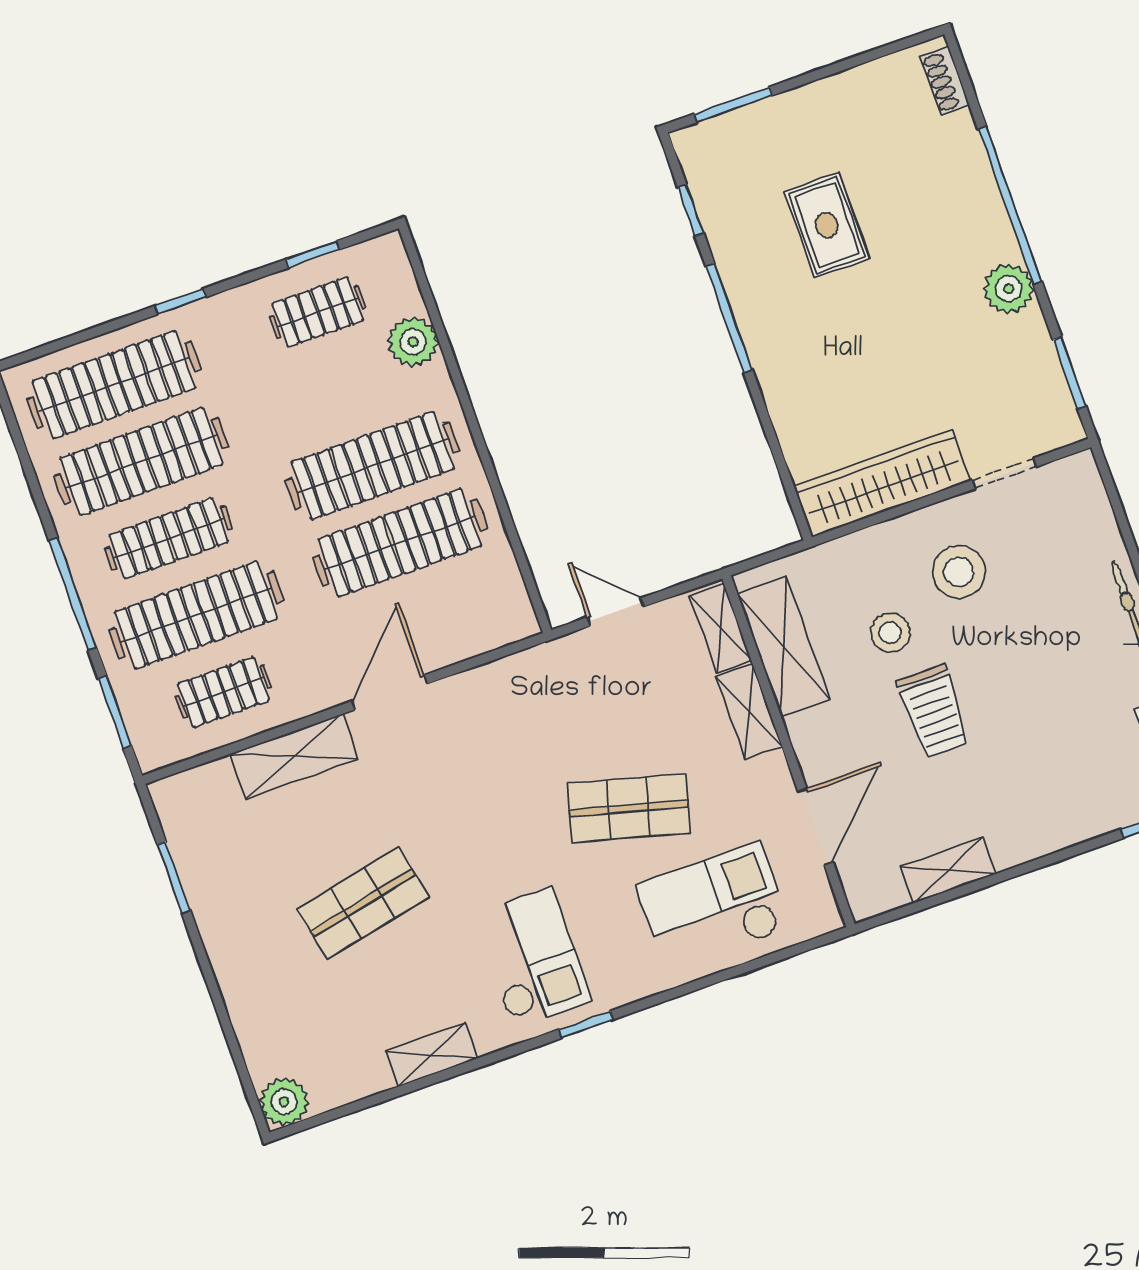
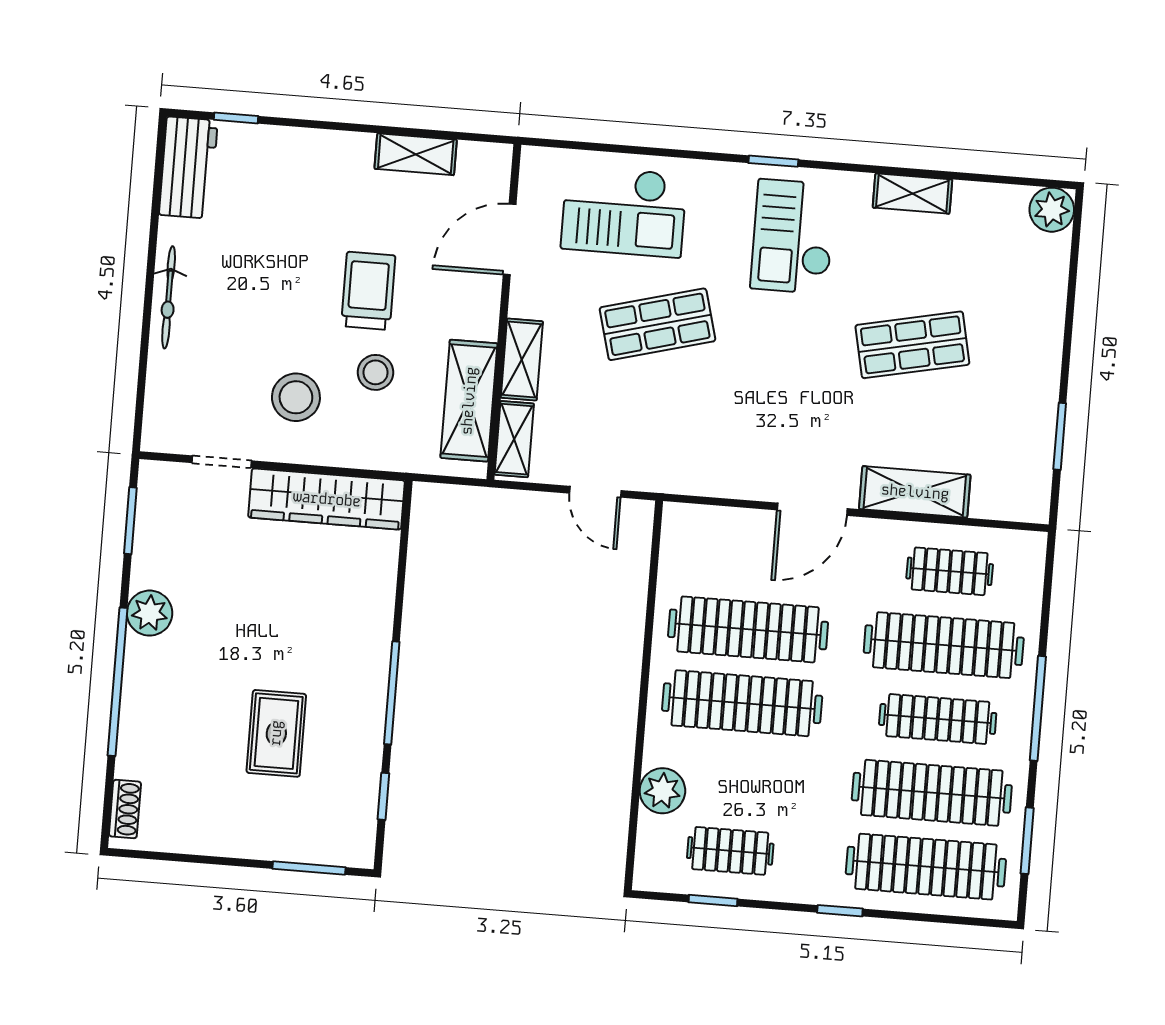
window: (115, 712) -> (1027, 841), moved
shop shelf: (629, 808) -> (657, 324), turned -30

